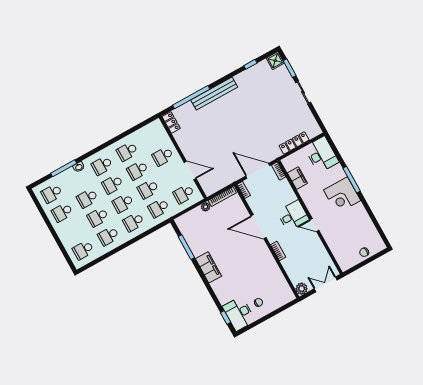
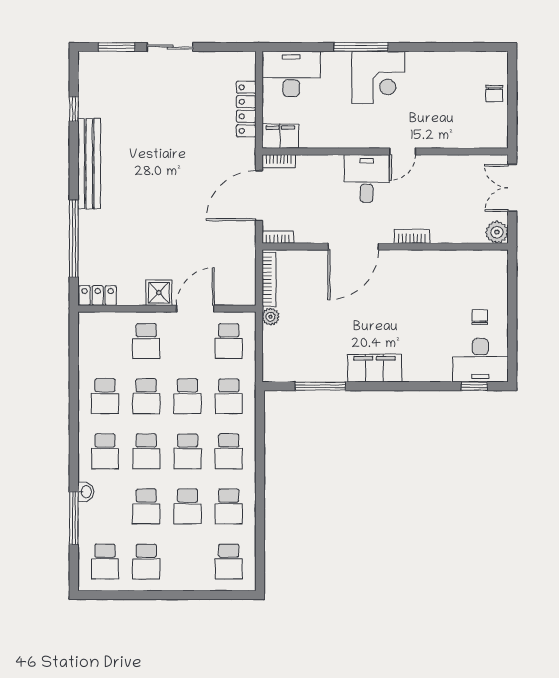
shower: (275, 61) -> (159, 293), moved
bench: (214, 94) -> (89, 164), moved
filing cabinet: (297, 178) -> (280, 136), moved

